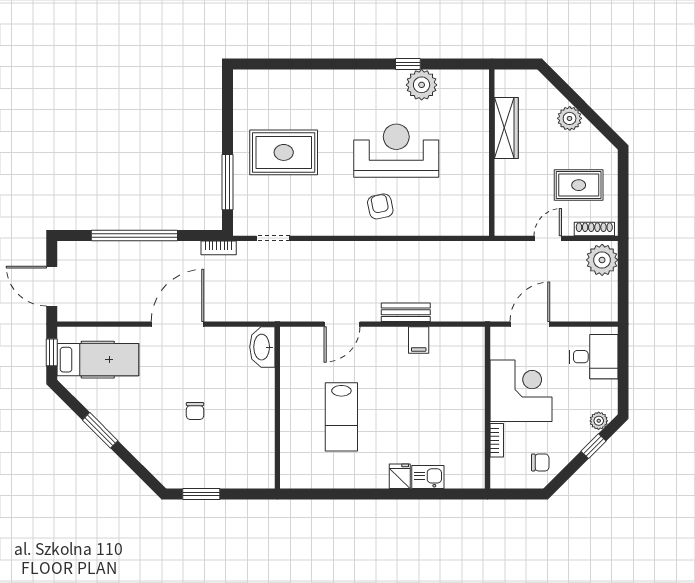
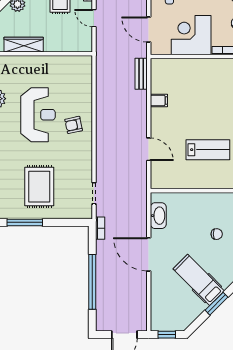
reception desk: (396, 151) -> (38, 115), turned 180
window: (227, 182) -> (25, 222), moved
bench: (406, 312) -> (141, 74), moved
washbasin: (262, 347) -> (158, 216), moved, turned -90
hospital bed: (98, 360) -> (199, 280), moved, turned -45
chair: (195, 411) -> (217, 234), moved

